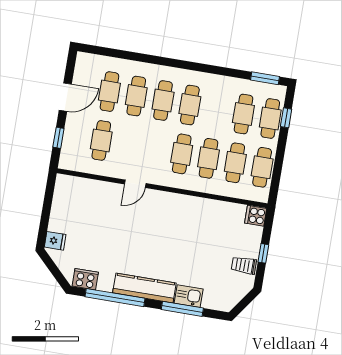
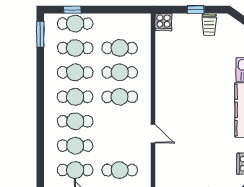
cafe table: (262, 167) -> (75, 72), moved

